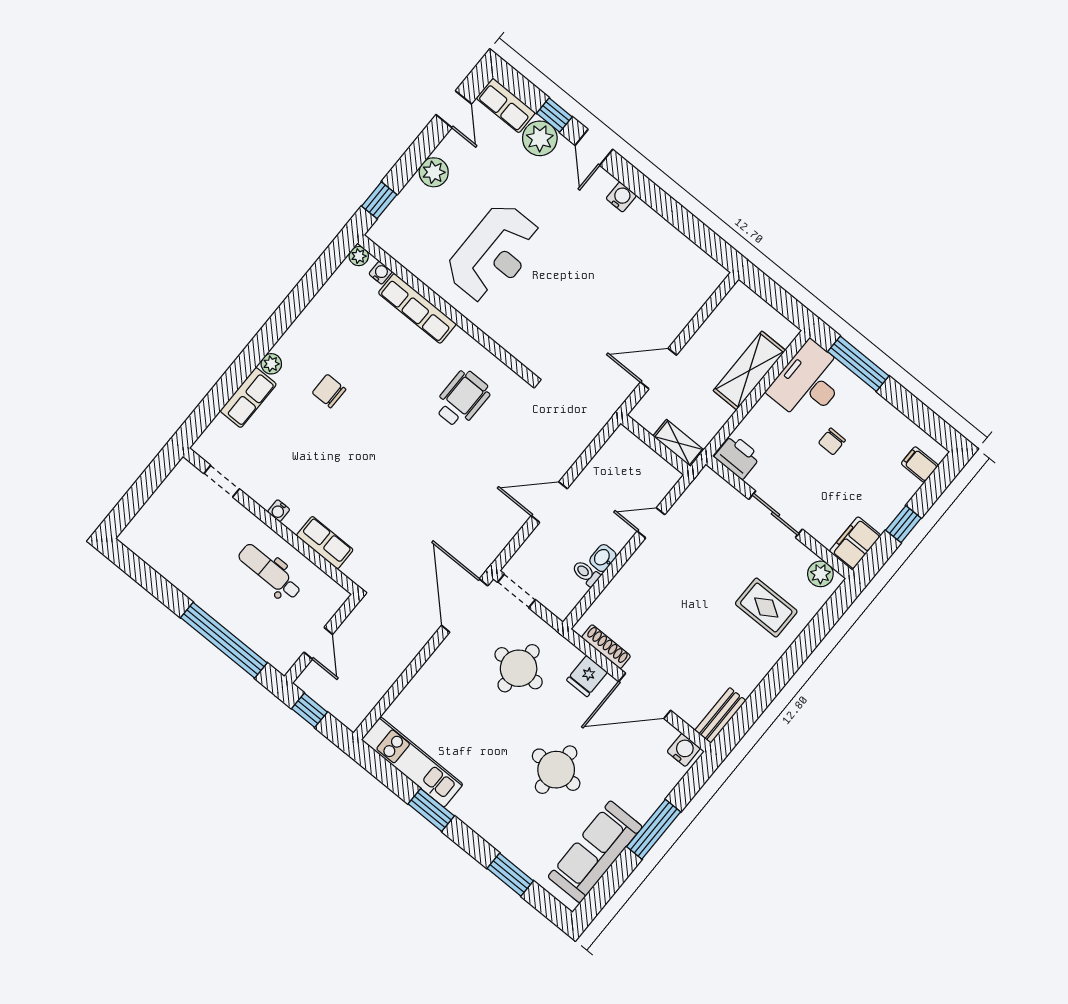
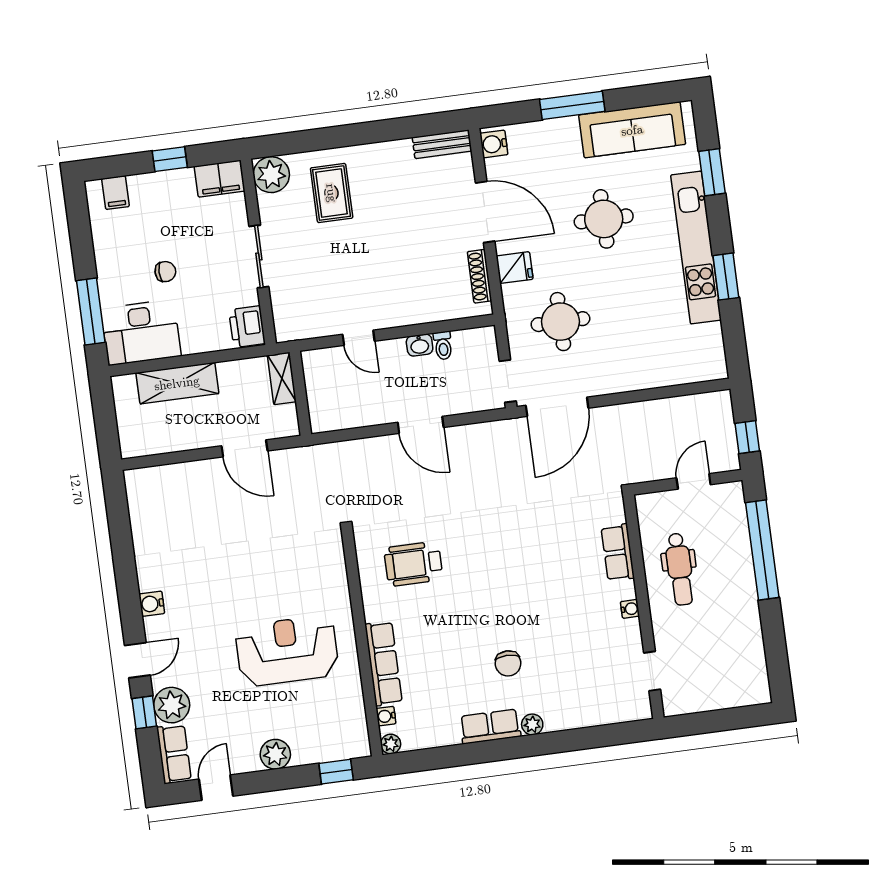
row of seats: (248, 398) -> (490, 726), moved
plant: (820, 574) -> (271, 175), width x1.36, depth x1.36
kitchen unit: (412, 762) -> (696, 247), moved, width x1.36

